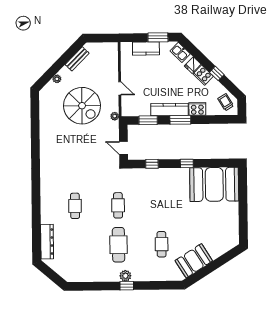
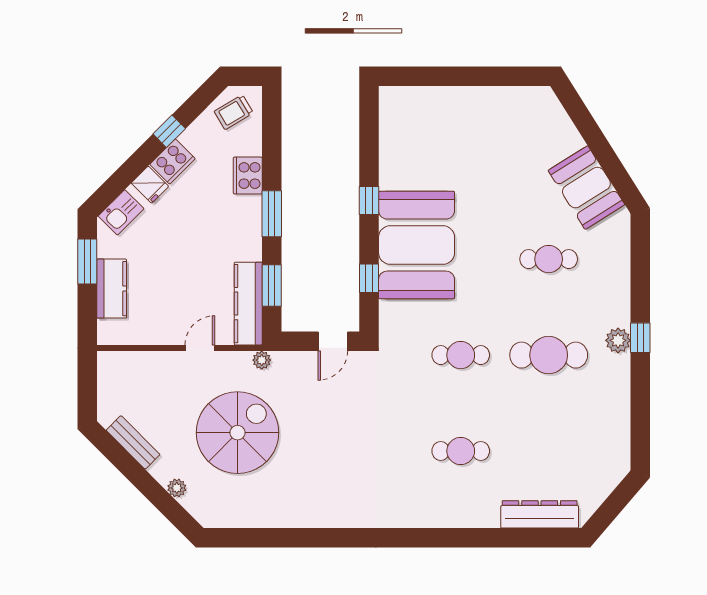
kitchen counter: (170, 109) -> (248, 304), moved
booth: (214, 184) -> (417, 245), moved

